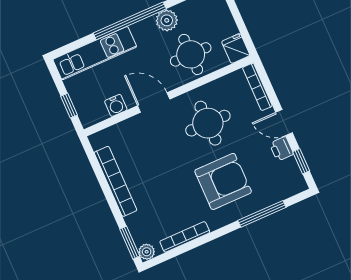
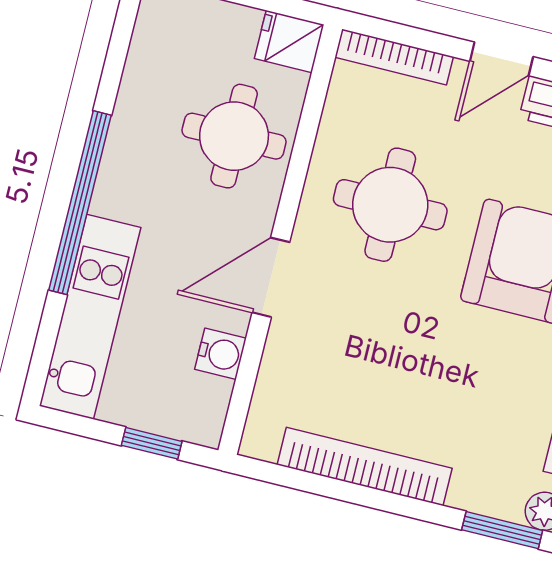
plant: (167, 20) -> (134, 131), removed

